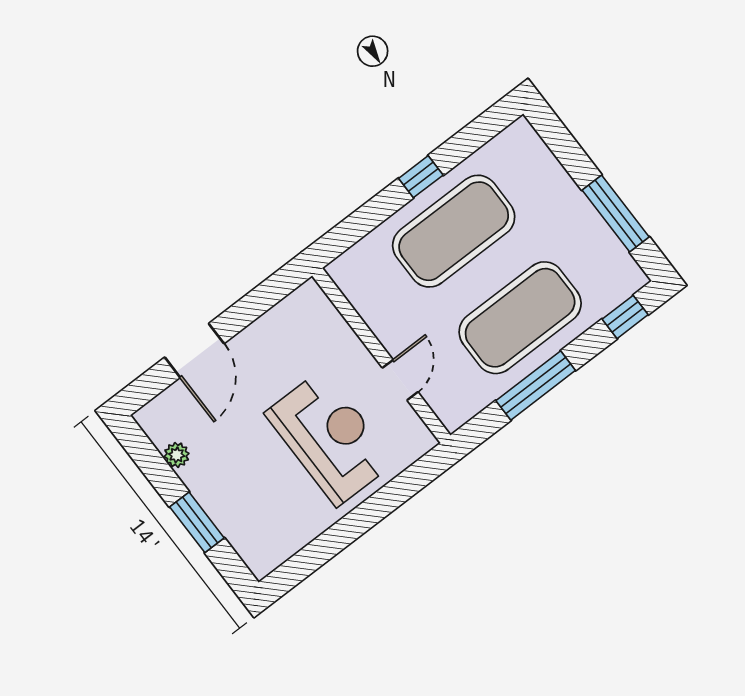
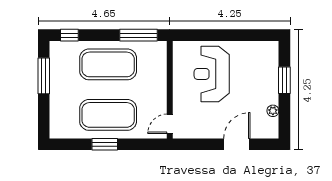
window: (421, 177) -> (105, 144), width x1.50
door: (400, 380) -> (170, 124), moved
window: (536, 385) -> (139, 35), moved

